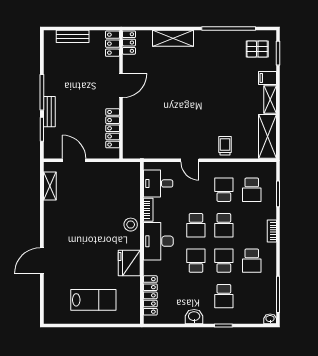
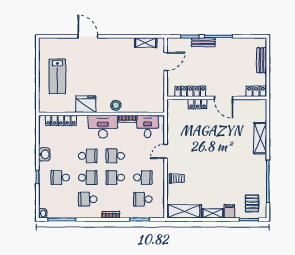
locker: (129, 43) -> (198, 104), moved

